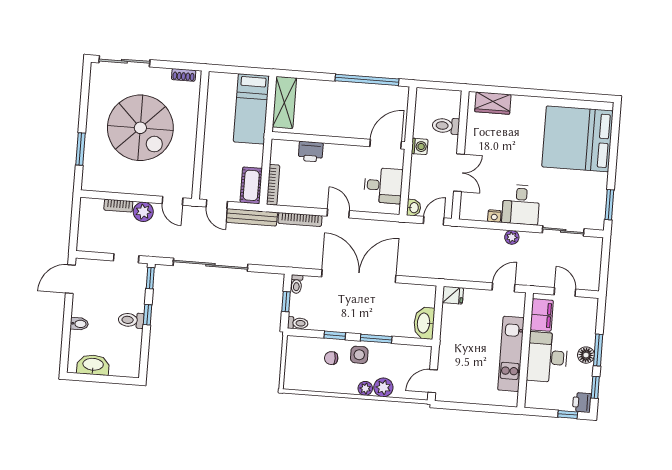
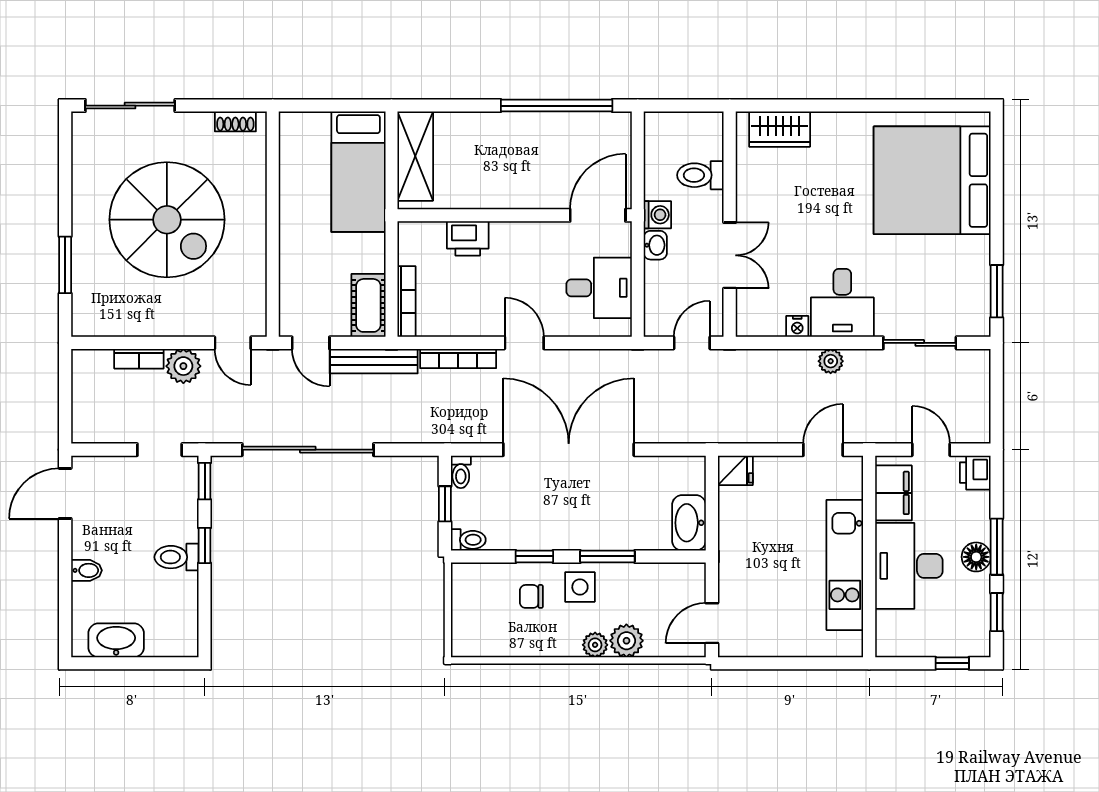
washbasin: (414, 208) -> (655, 245), moved
printer: (582, 402) -> (975, 473), moved

